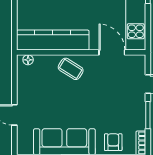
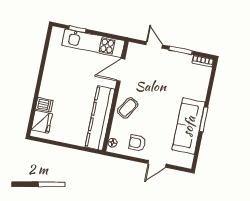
armchair: (113, 142) -> (137, 143), moved

